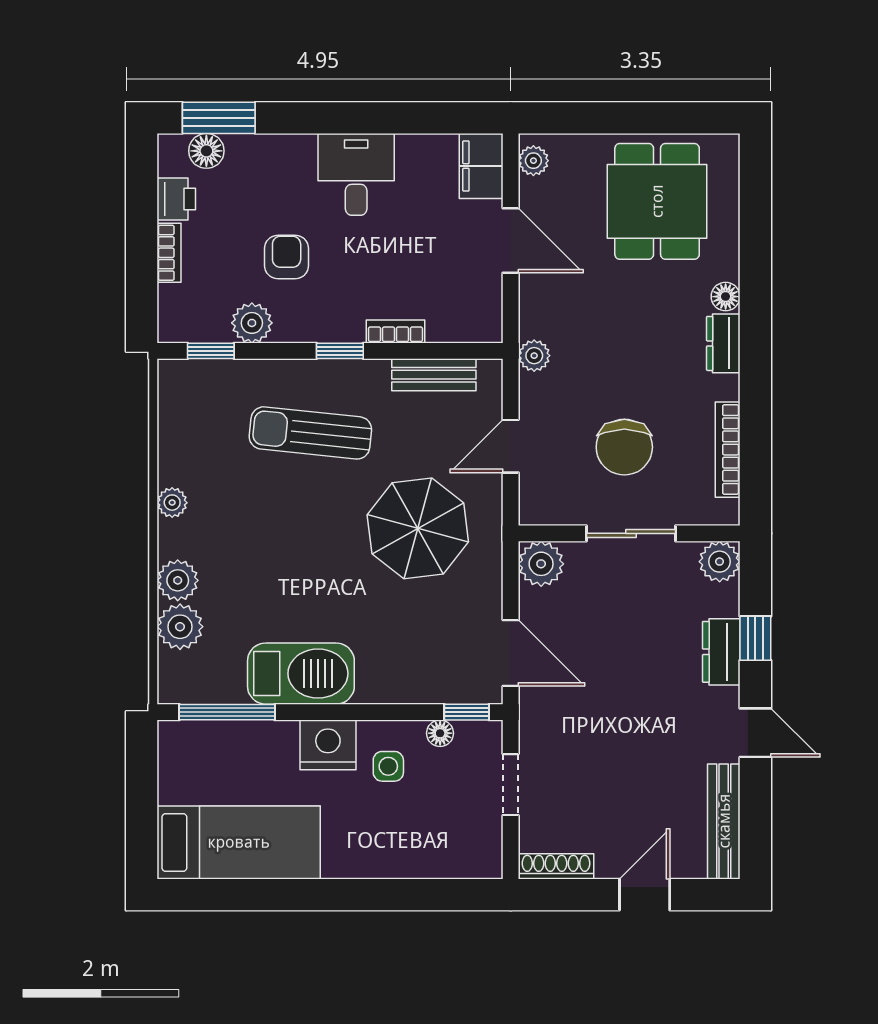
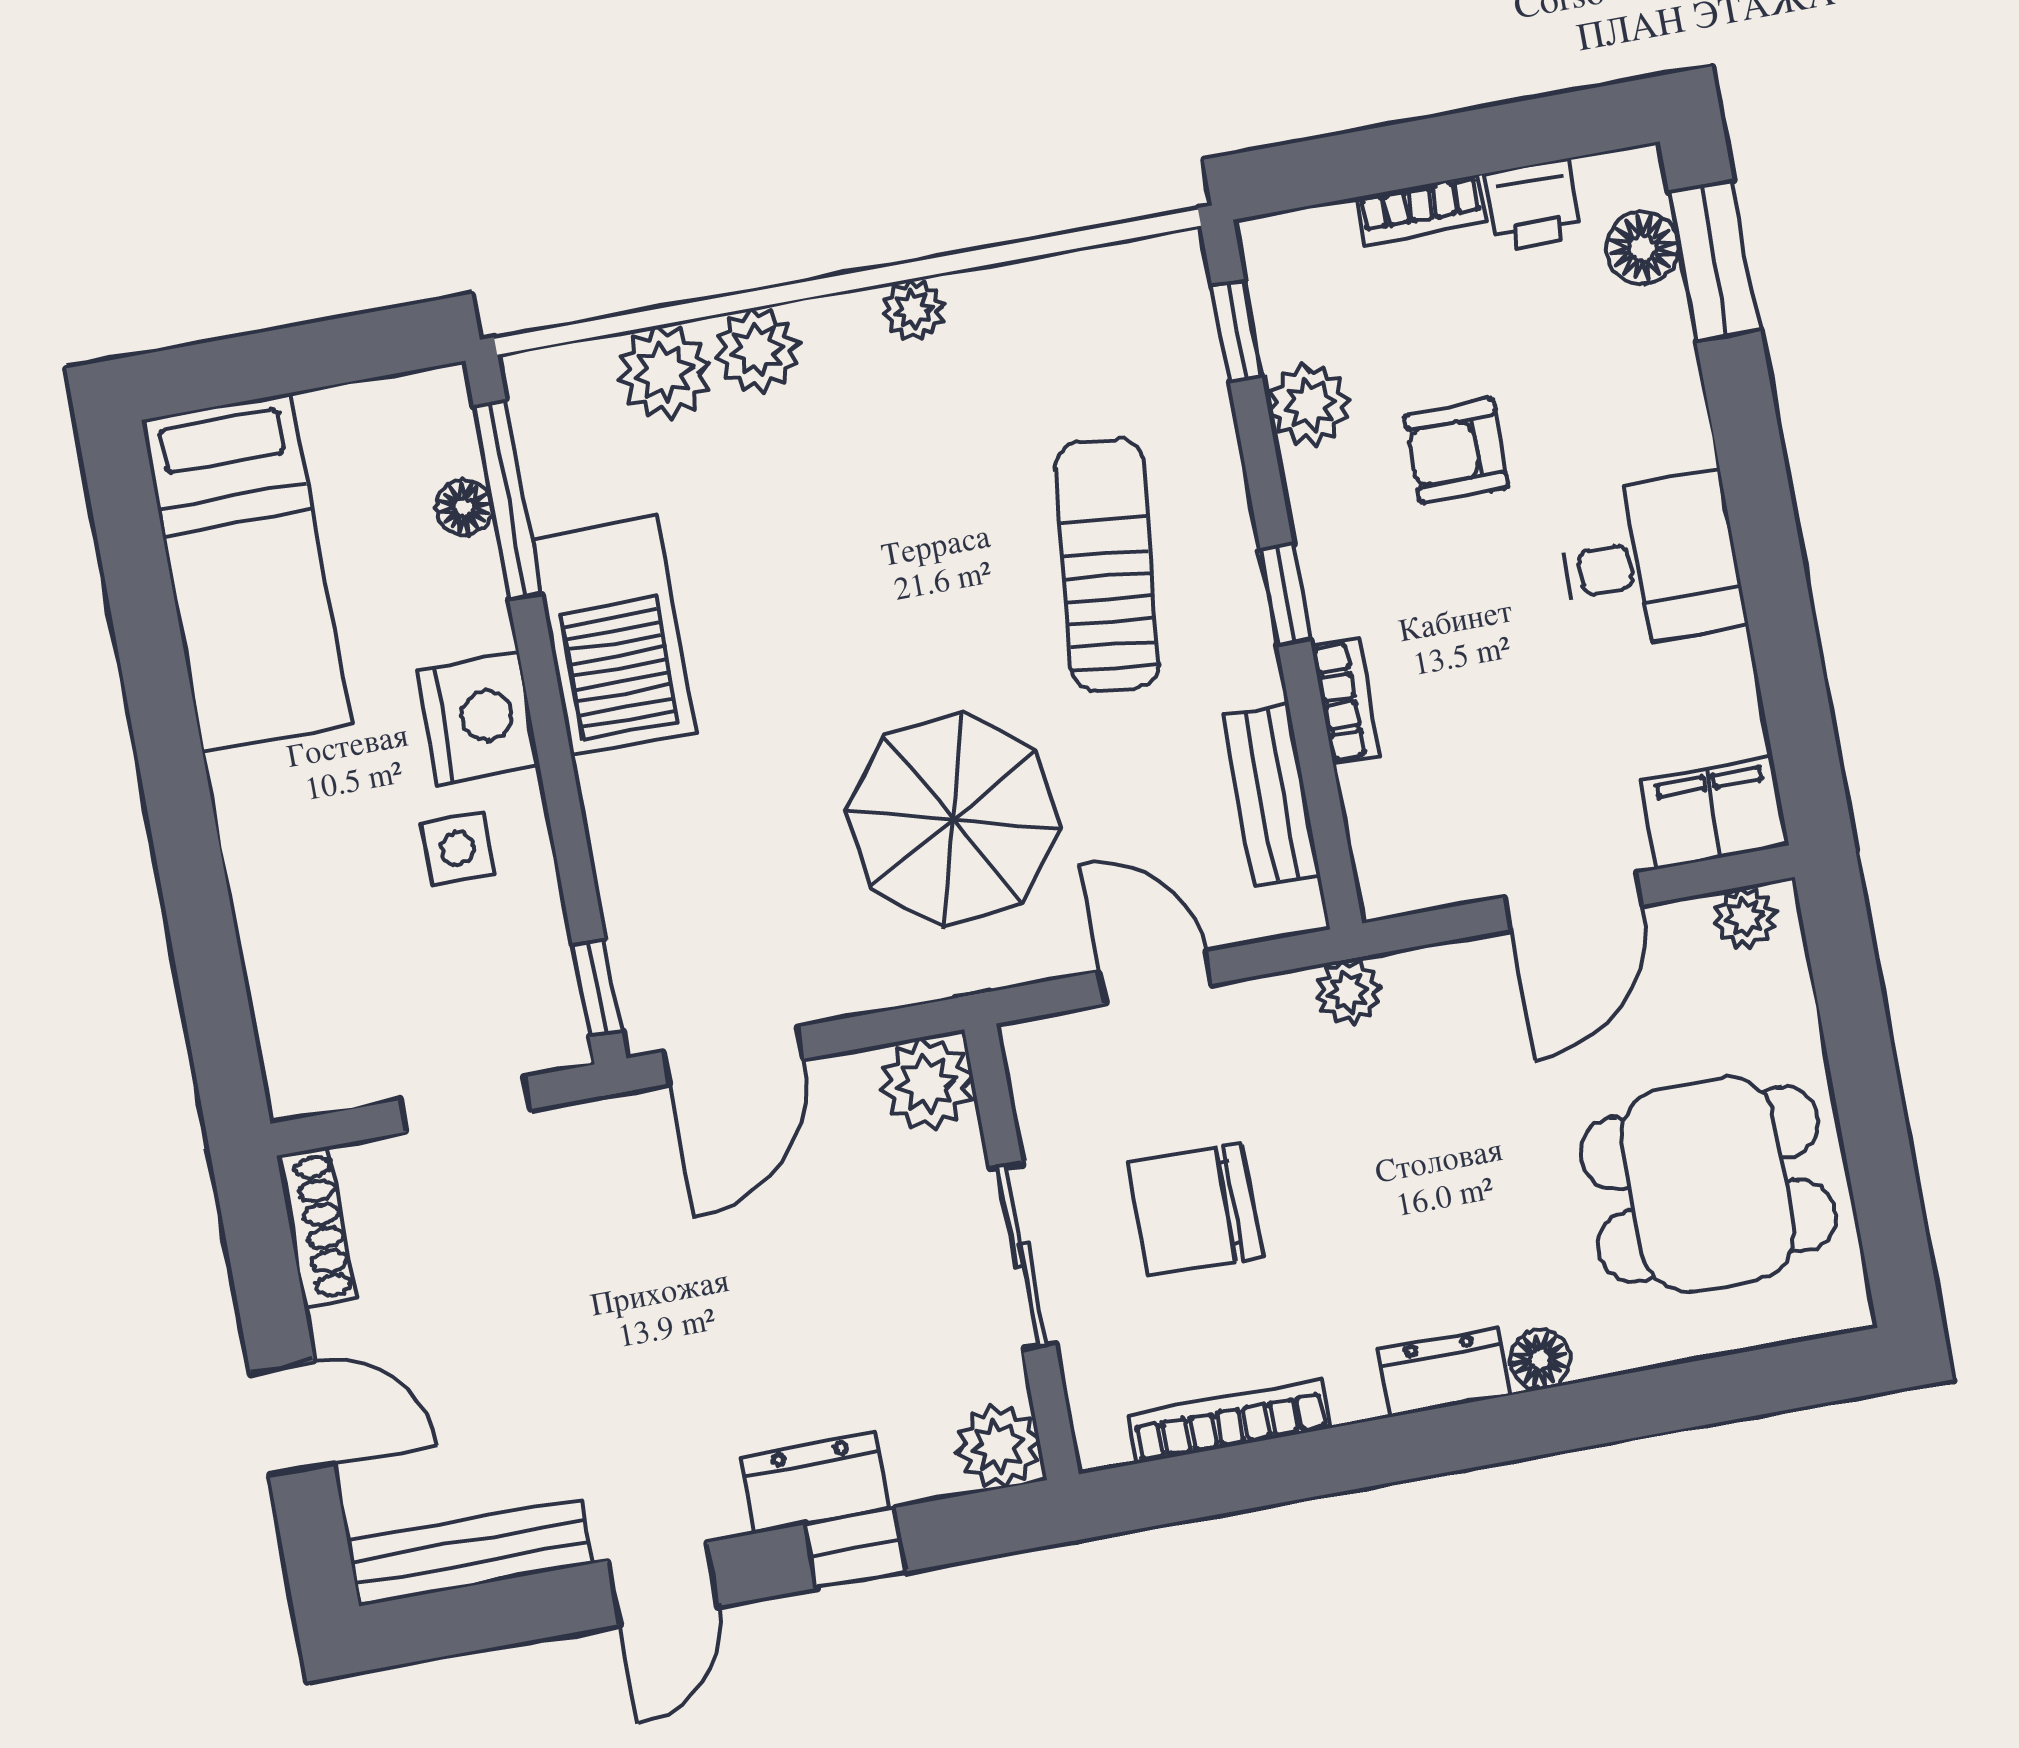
armchair: (287, 257) -> (1456, 451), turned 180
floor lamp: (440, 733) -> (464, 507), moved

